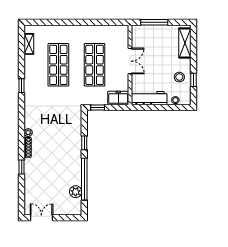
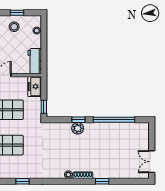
workbench: (149, 98) -> (35, 61), width x0.73
plant: (76, 192) -> (78, 128), moved

